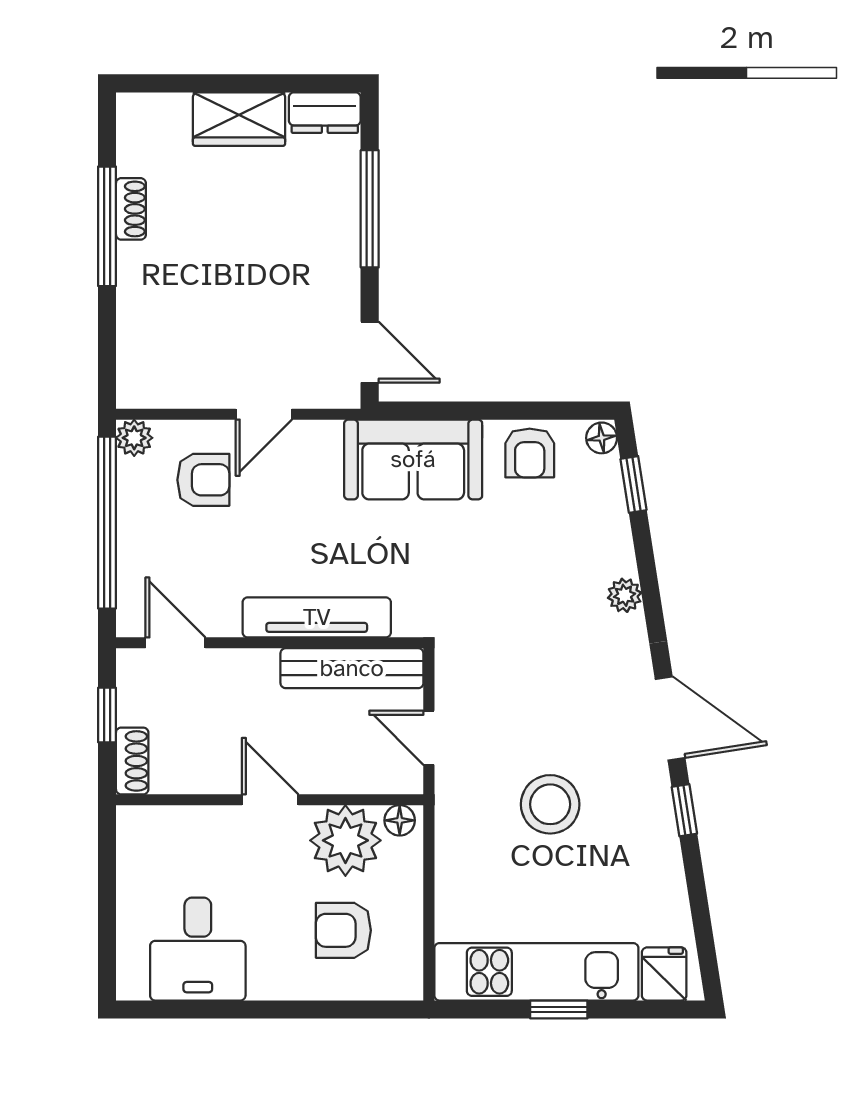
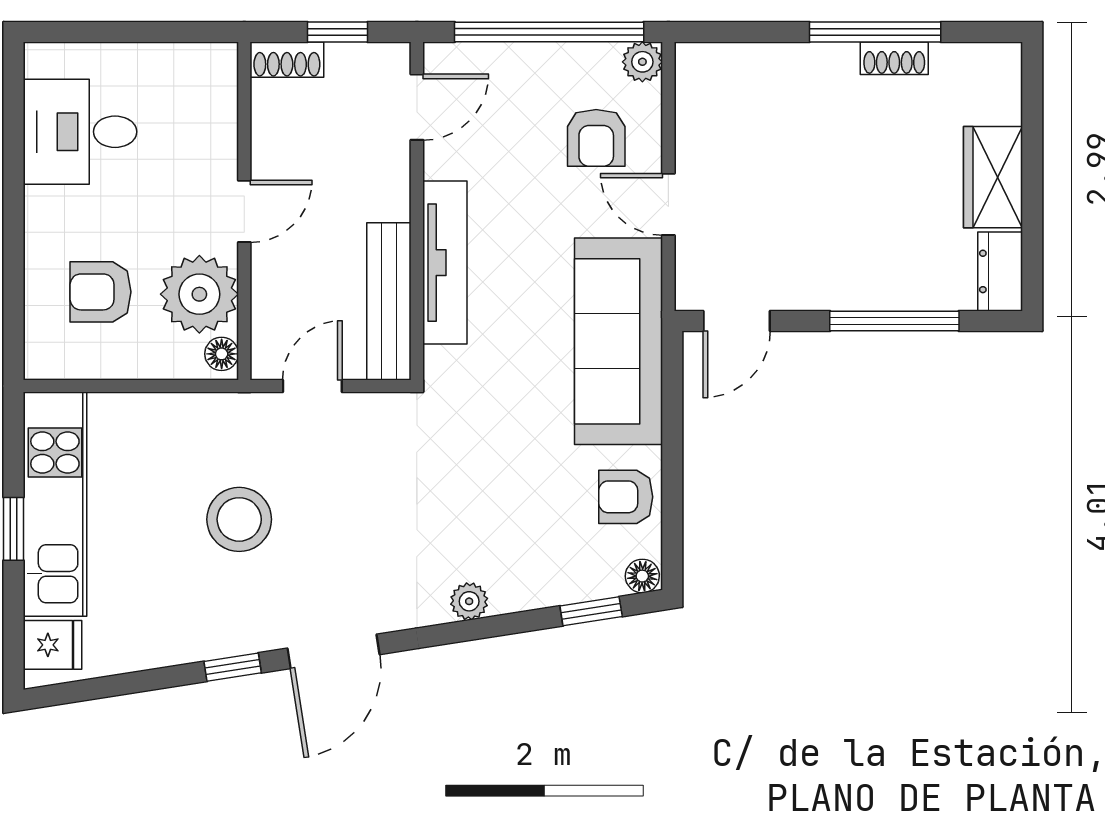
sofa: (413, 459) -> (619, 341), width x1.36
armchair: (343, 930) -> (101, 292), turned -90

